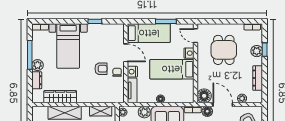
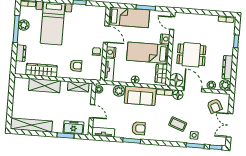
dining table: (224, 50) -> (191, 55), moved, turned 90
plant: (257, 51) -> (225, 85), moved
plant: (38, 65) -> (24, 25), moved
armchair: (101, 69) -> (76, 66), moved
wardrobe: (188, 90) -> (161, 74), added

